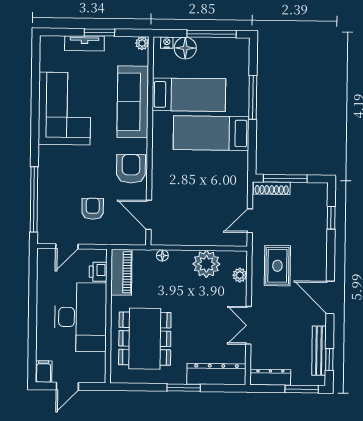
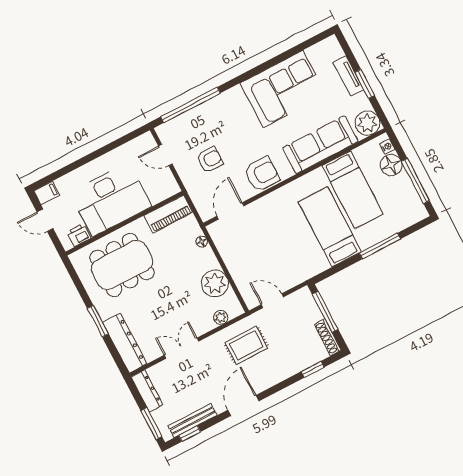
plant: (142, 43) -> (367, 123), width x1.88, depth x1.88
shoe rack: (272, 188) -> (328, 337), moved
printer: (98, 272) -> (79, 235), moved

